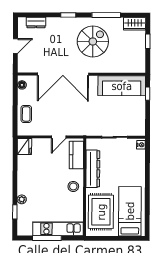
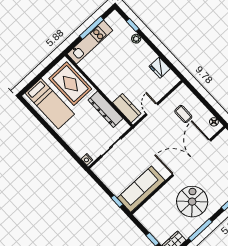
spiral stairs: (93, 41) -> (192, 202), turned 180
coffee table: (26, 114) -> (183, 114), moved
fridge: (24, 146) -> (160, 68), moved
stool: (73, 186) -> (108, 83), removed

